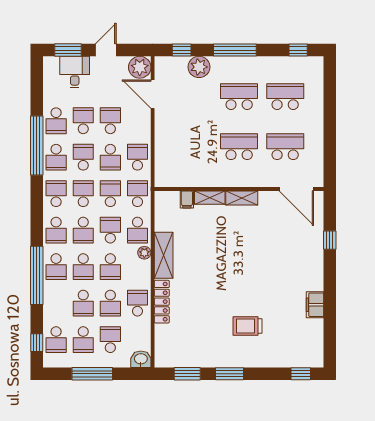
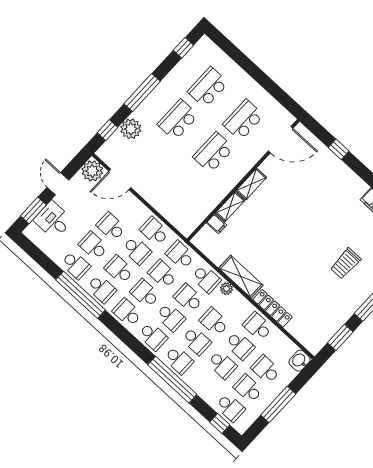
school desk: (110, 267) -> (214, 322), turned 180
school desk: (83, 340) -> (248, 389), turned 180

